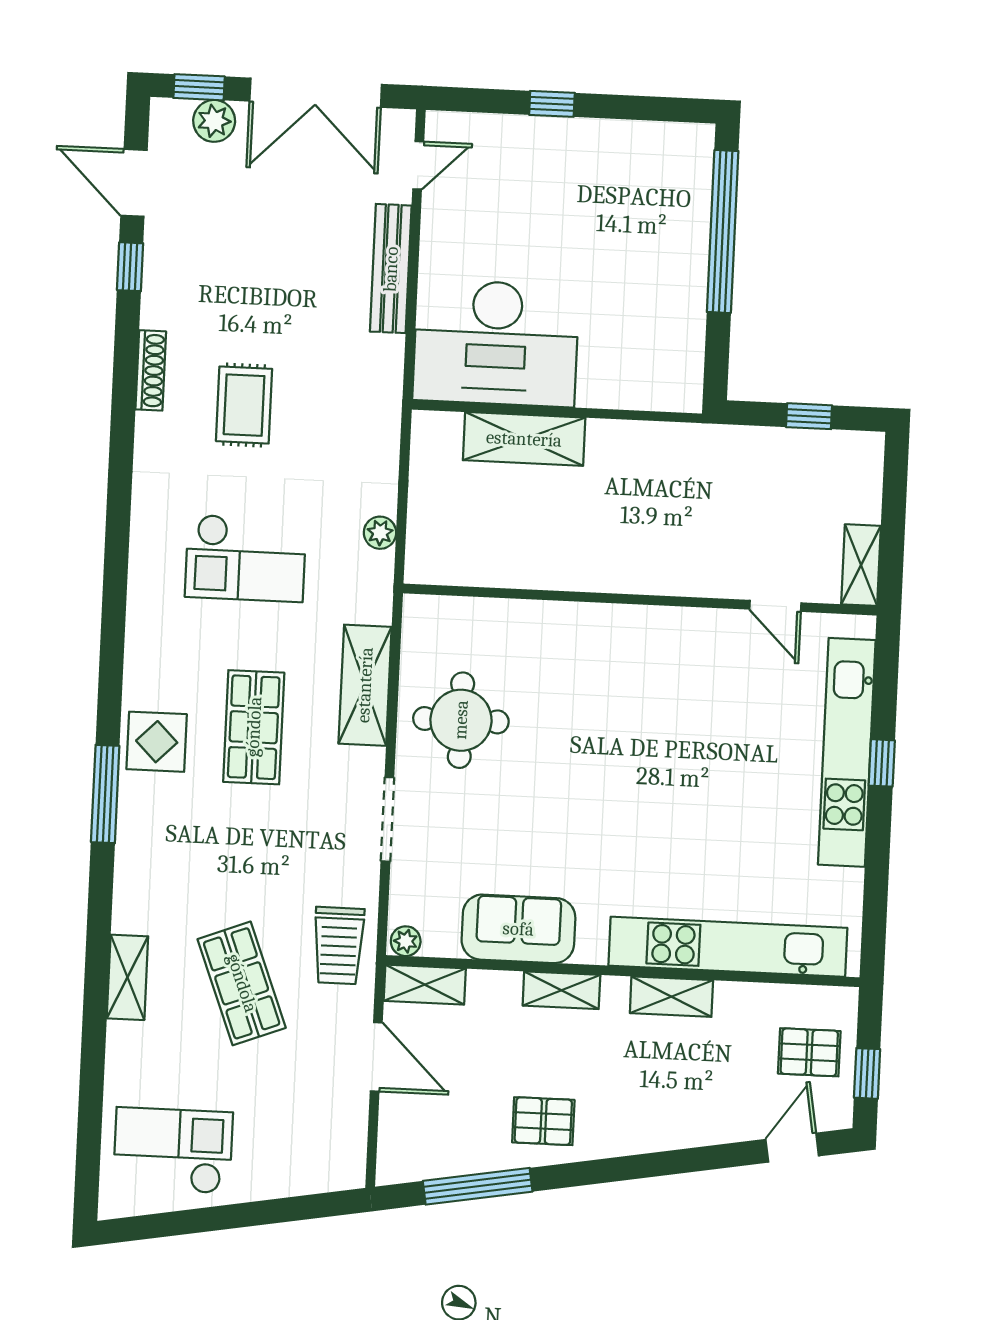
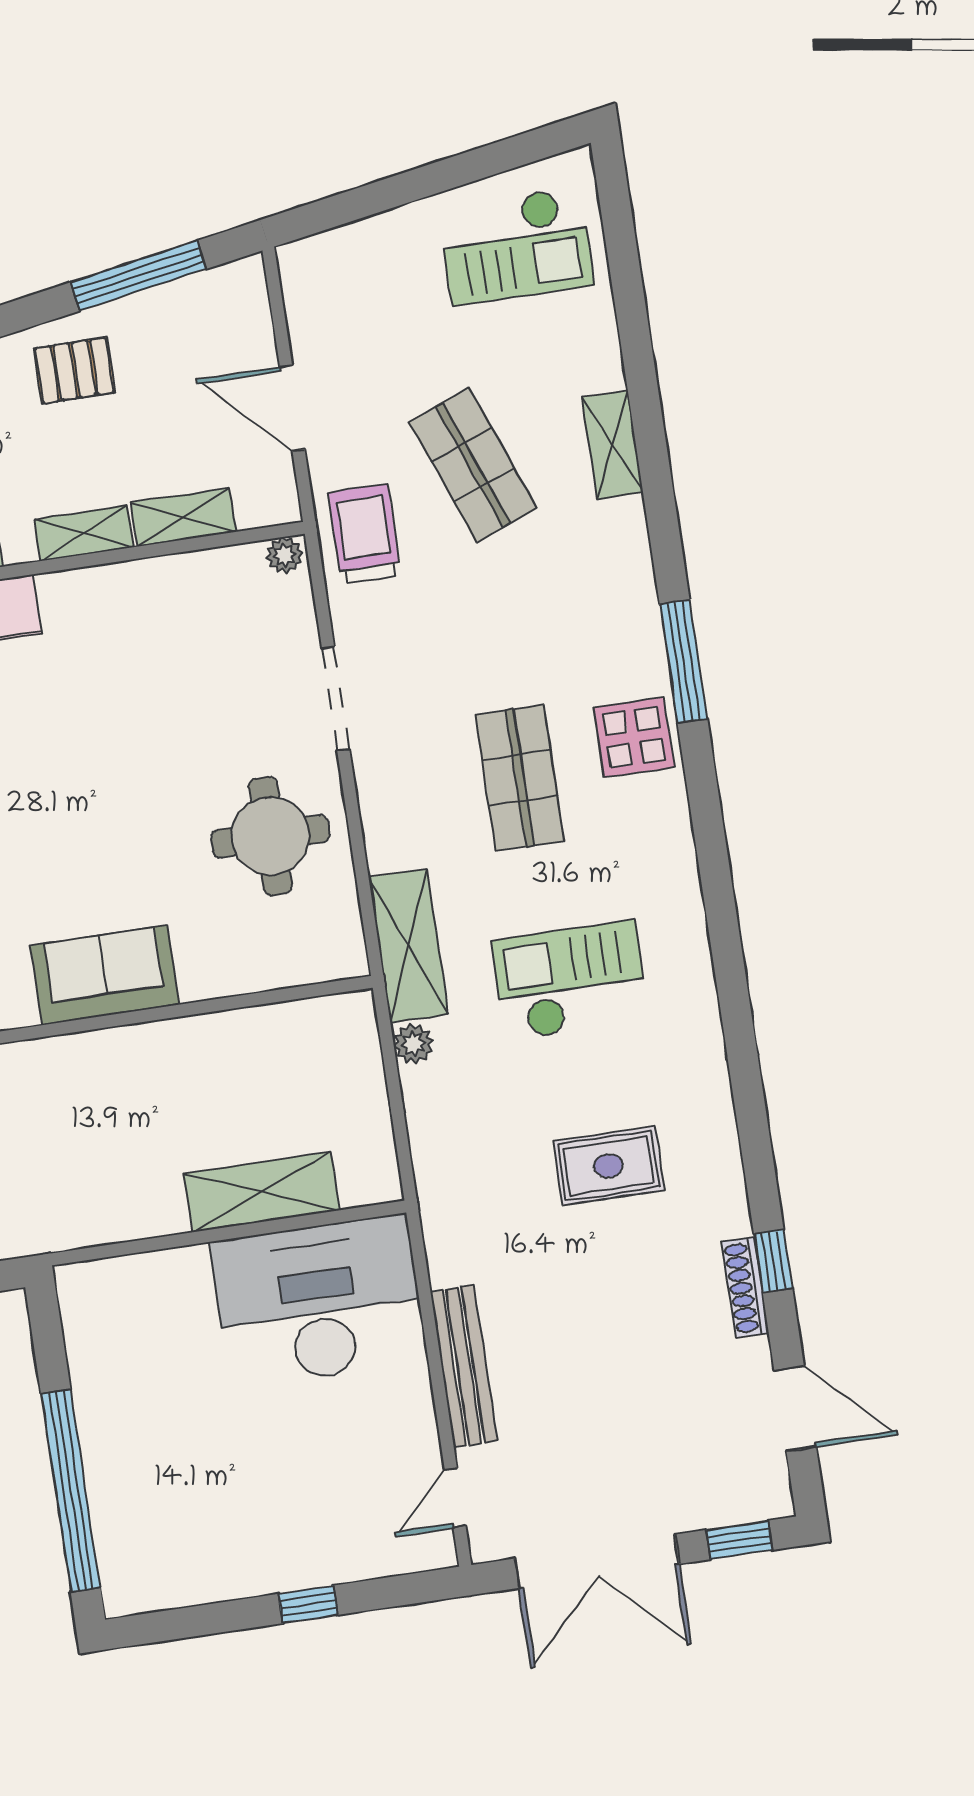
double door: (316, 93) -> (597, 1561), swing flipped
plant: (214, 121) -> (713, 1503), removed
window: (130, 267) -> (773, 1261), moved
shoe rack: (151, 370) -> (745, 1288), moved
rug: (244, 405) -> (609, 1166), turned 90
shelving: (365, 685) -> (408, 946), moved
sofa: (518, 929) -> (105, 975), moved, turned 180
shelving: (425, 985) -> (183, 517), moved

